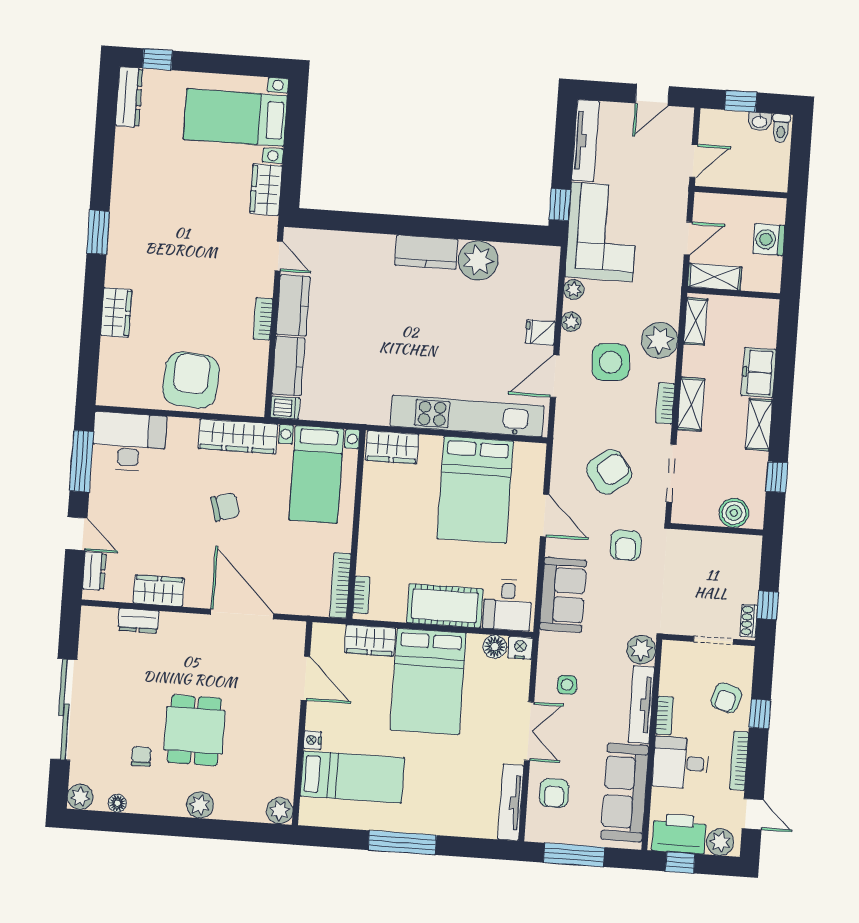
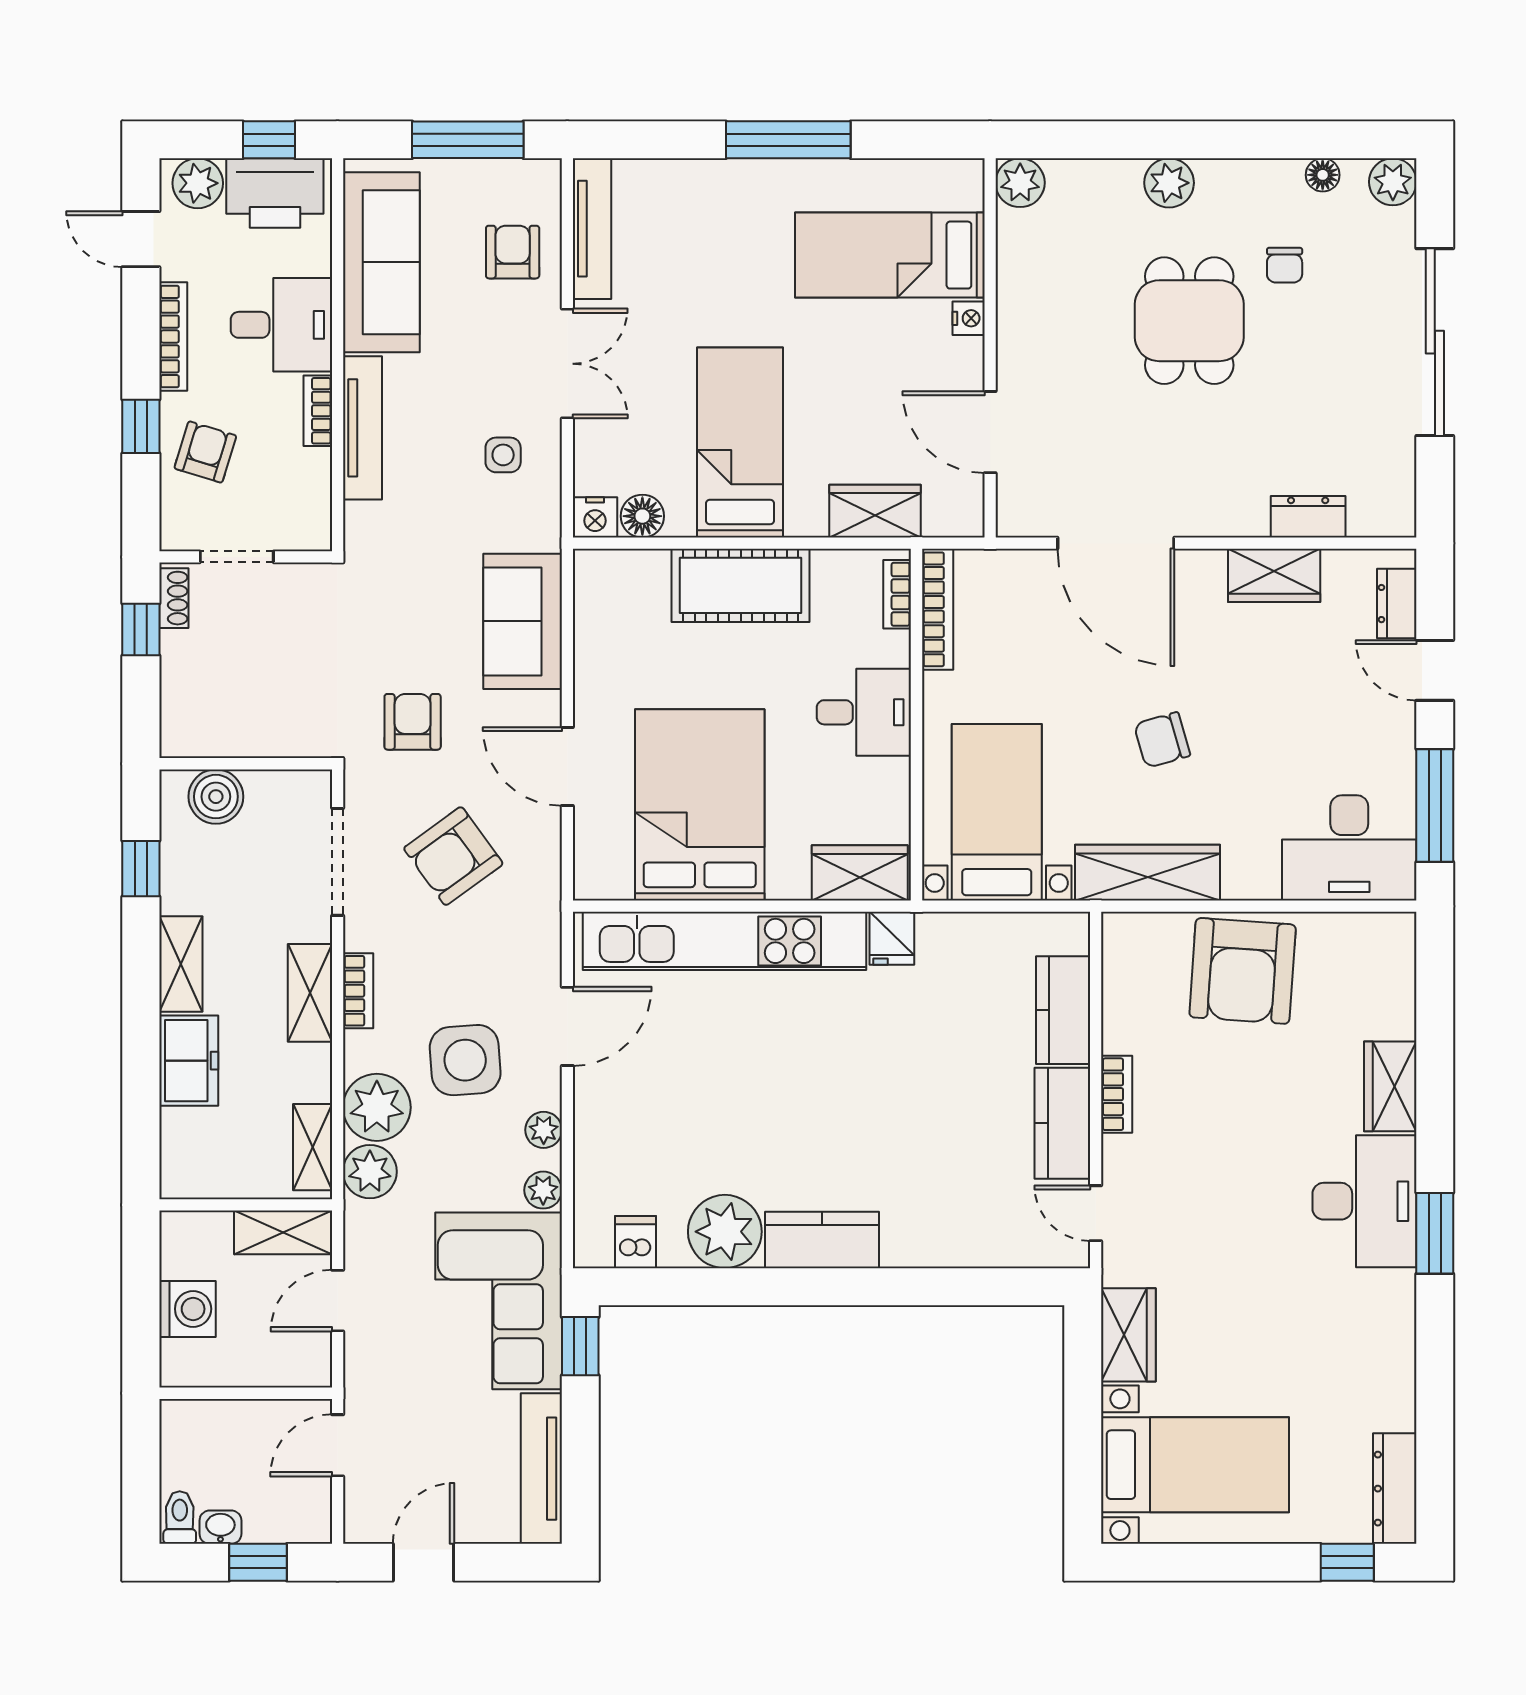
desk: (134, 252) -> (1365, 1201), added
fridge: (540, 333) -> (892, 938), moved, turned 90
dishwasher: (285, 408) -> (635, 1242), moved, turned 90
desk: (507, 605) -> (864, 712), moved, turned 90
plant: (641, 650) -> (370, 1172), moved
bed: (428, 681) -> (740, 443), width x0.67
double door: (529, 731) -> (567, 364), swing flipped

